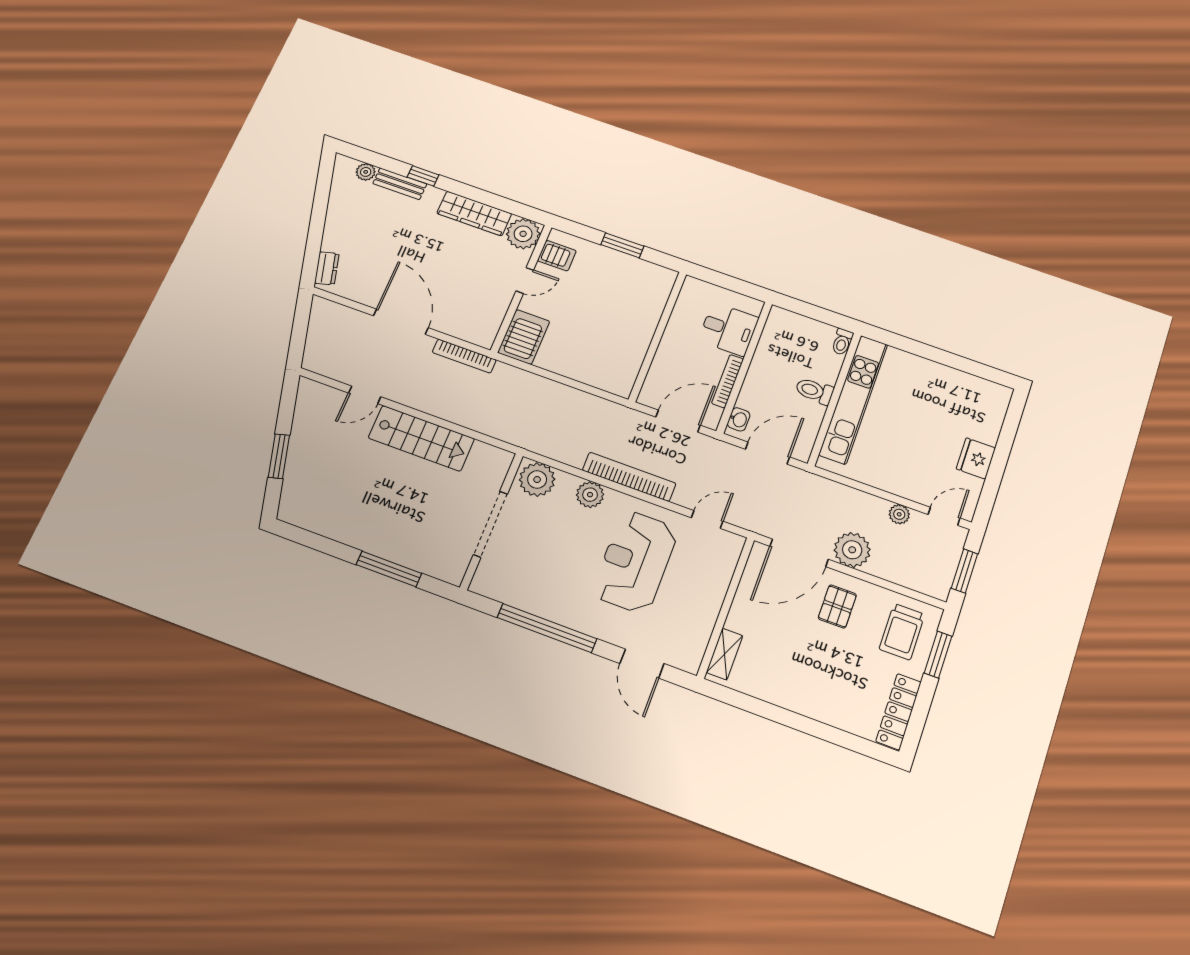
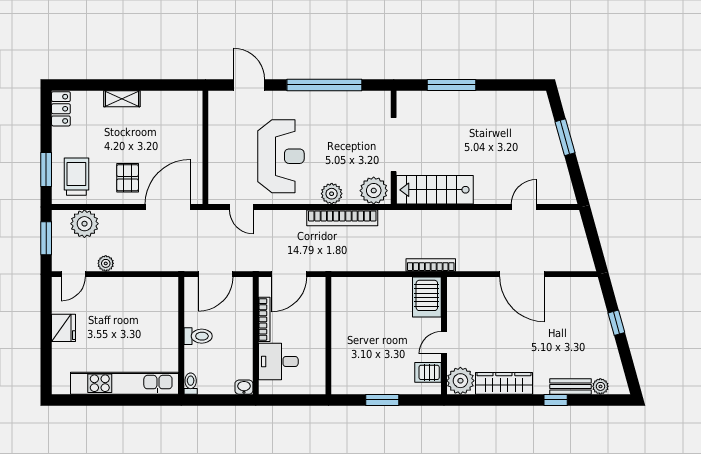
window: (316, 231) -> (616, 323), added
dresser: (327, 268) -> (595, 296), removed
bookcase: (464, 356) -> (431, 265), moved
kitchen unit: (853, 399) -> (125, 383), moved, turned 90
washbasin: (739, 419) -> (244, 387), moved, turned 90
stairs: (421, 438) -> (435, 190), moved
bookcase: (629, 477) -> (342, 218), moved
door: (707, 519) -> (241, 207), hinge flipped
plant: (852, 550) -> (84, 224), moved
shelving: (725, 654) -> (122, 99), moved, turned 90
locker: (899, 712) -> (61, 109), width x0.66

